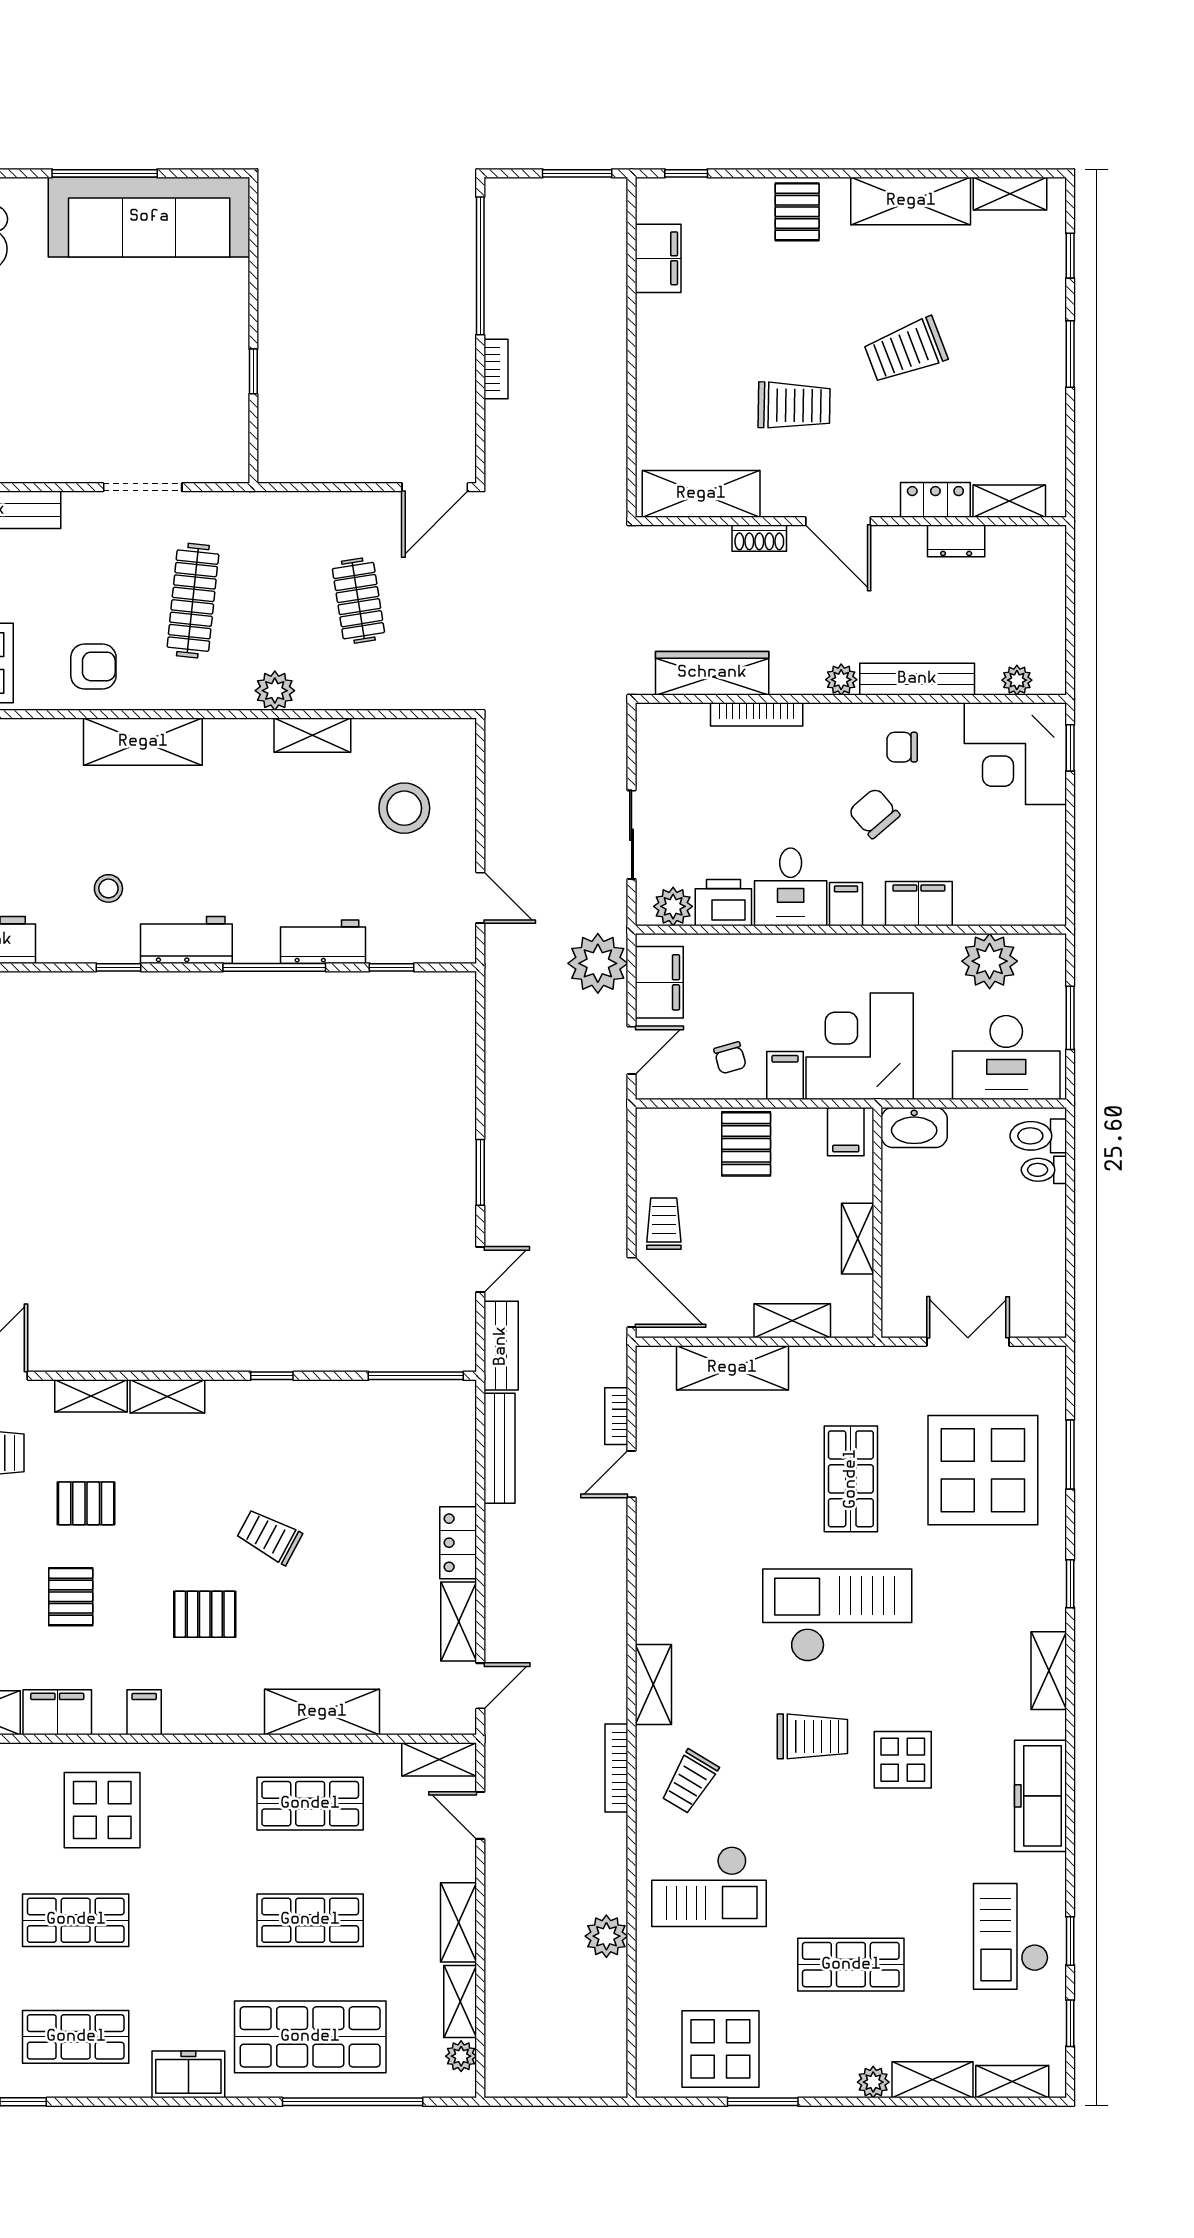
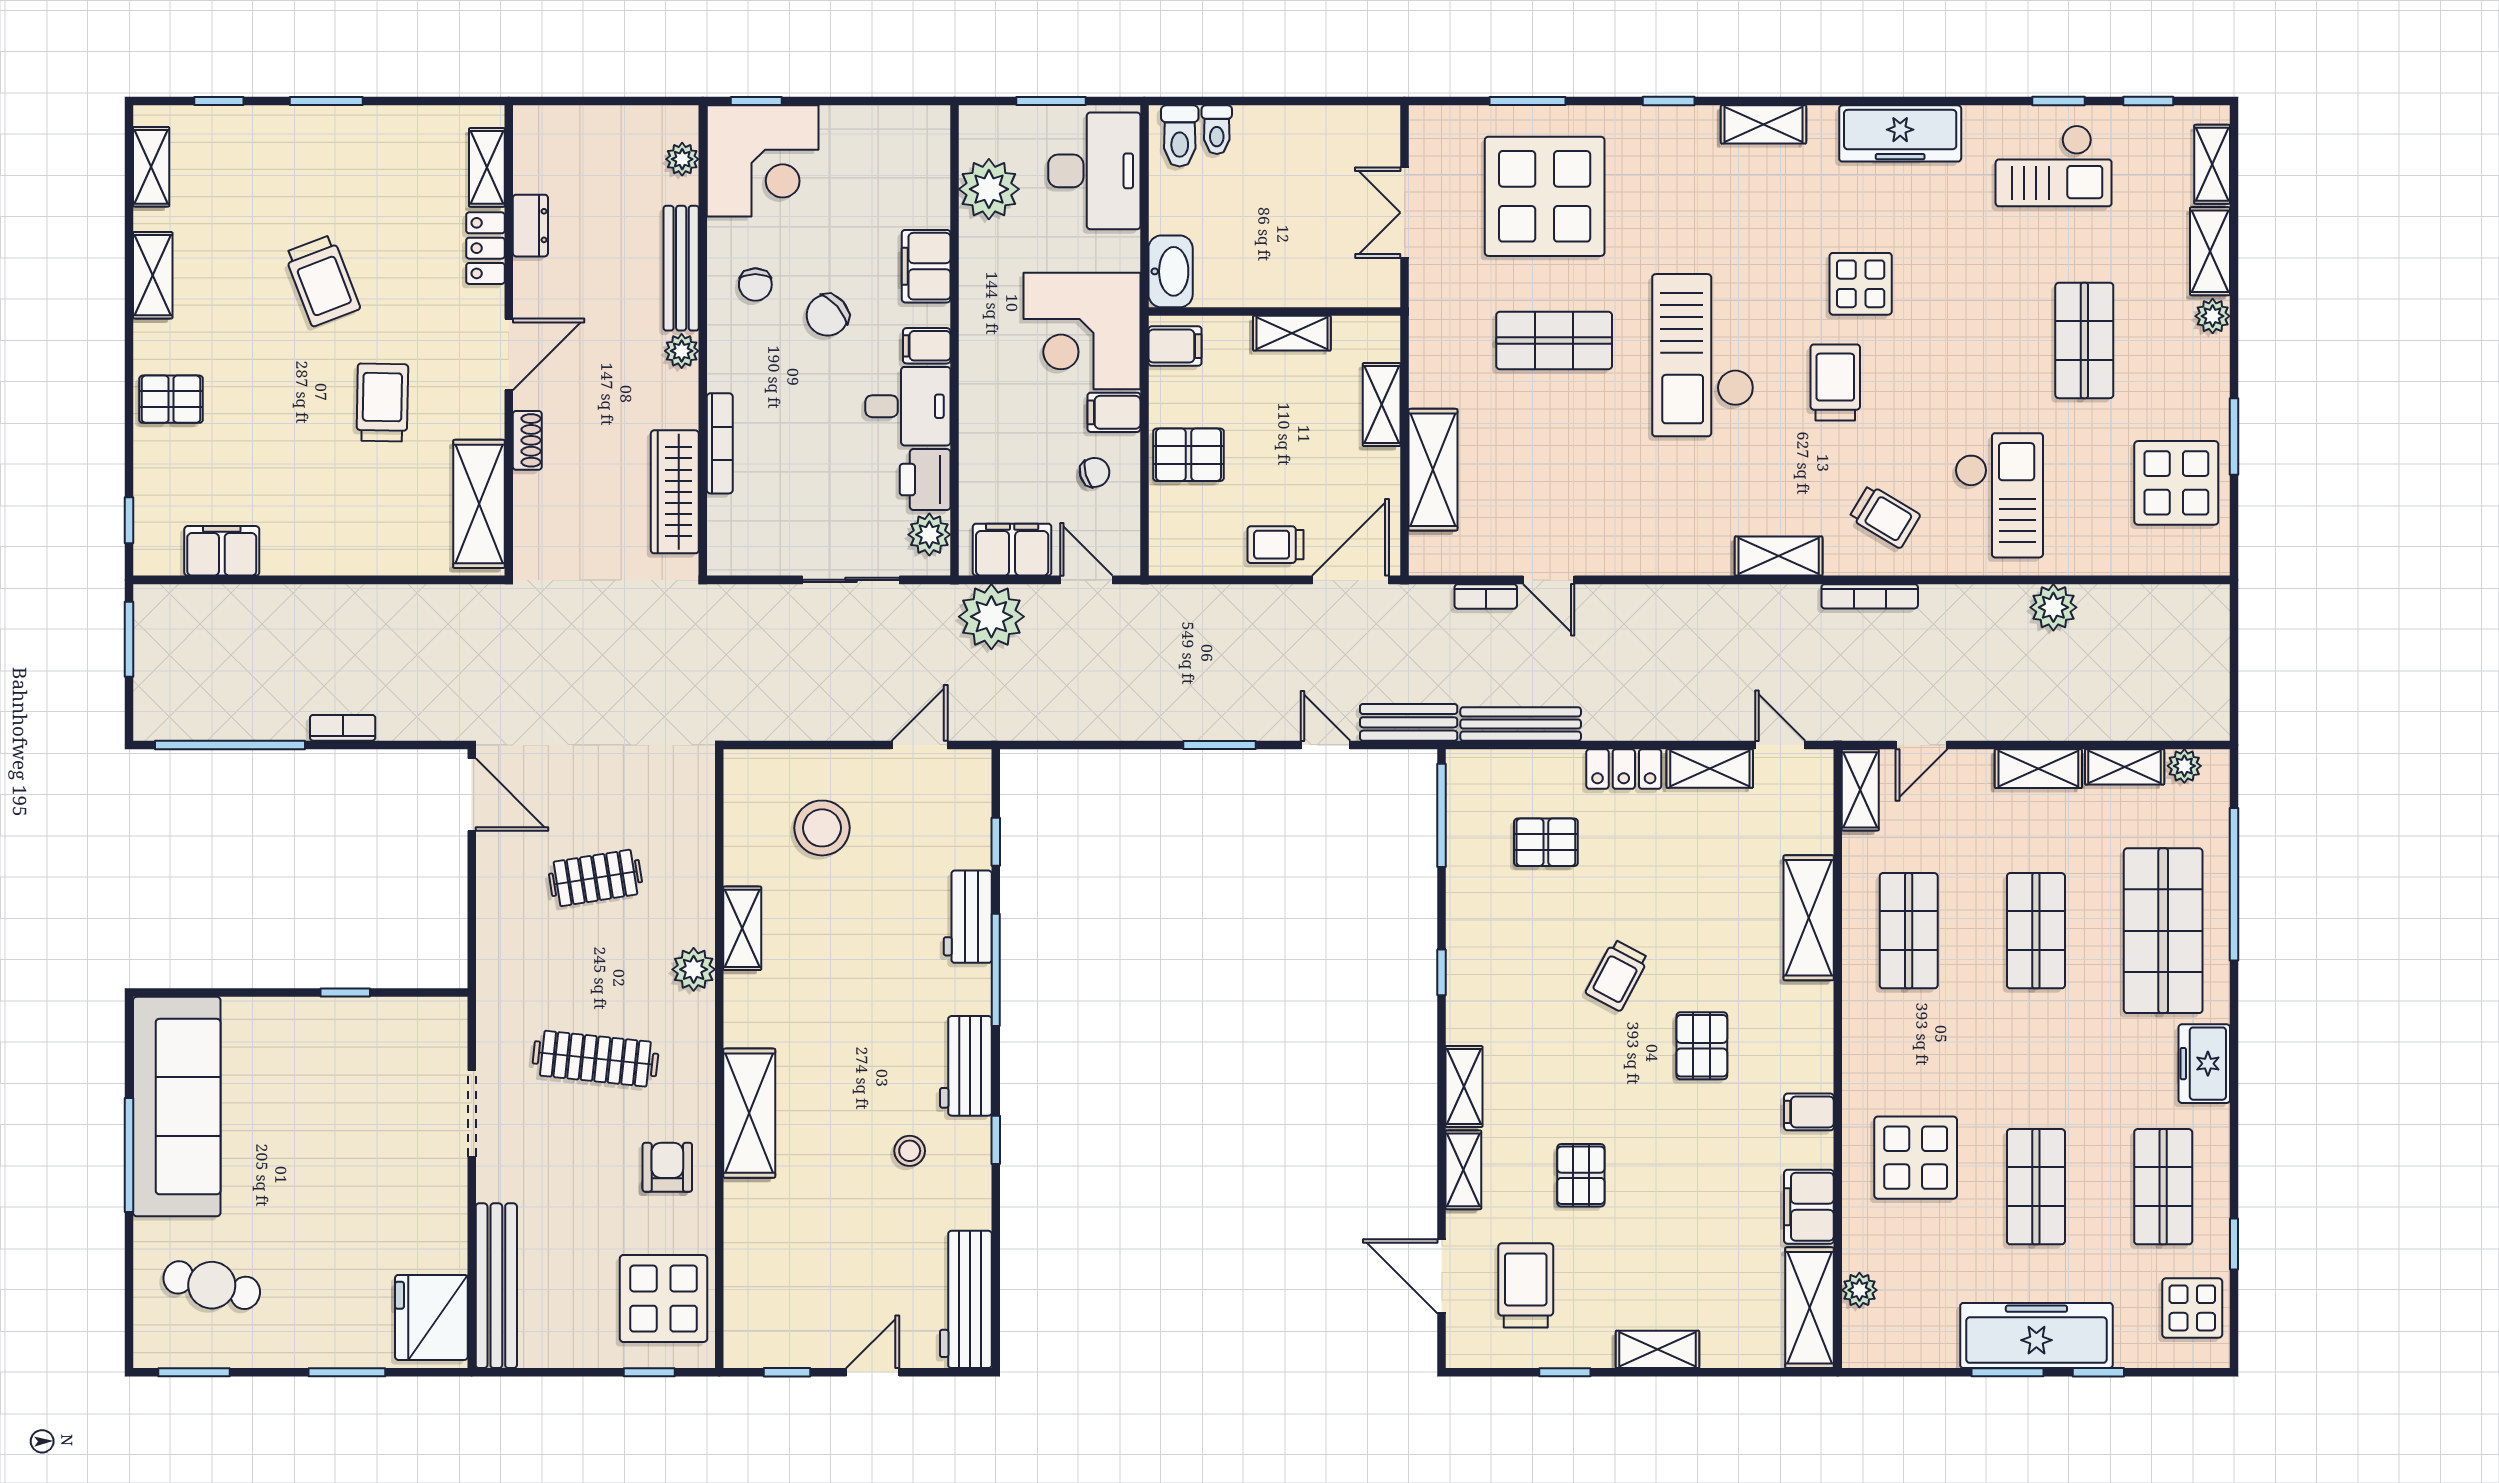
shelving: (911, 201) -> (153, 275), width x0.67, depth x0.75
pallet: (71, 1597) -> (1546, 842), moved

